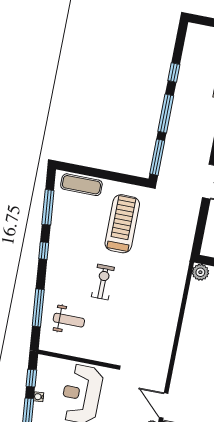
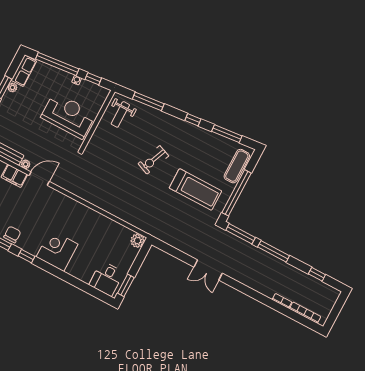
window: (174, 73) -> (317, 274), moved
window: (112, 176) -> (237, 193), added
exercise bike: (103, 282) -> (153, 160), turned 112
weight bench: (69, 320) -> (120, 114), moved

